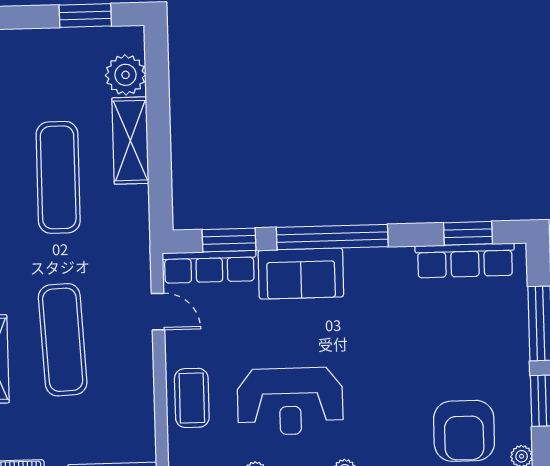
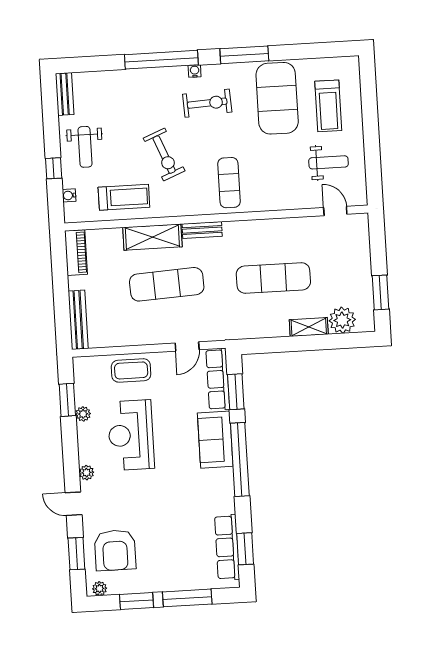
shelving: (130, 141) -> (309, 327), width x0.67, depth x0.75
armchair: (464, 431) -> (115, 550), turned -90

